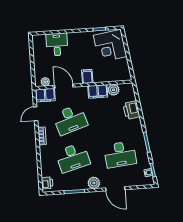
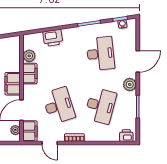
filing cabinet: (87, 76) -> (13, 84), width x2.00
desk: (73, 158) -> (100, 106), turned 30

